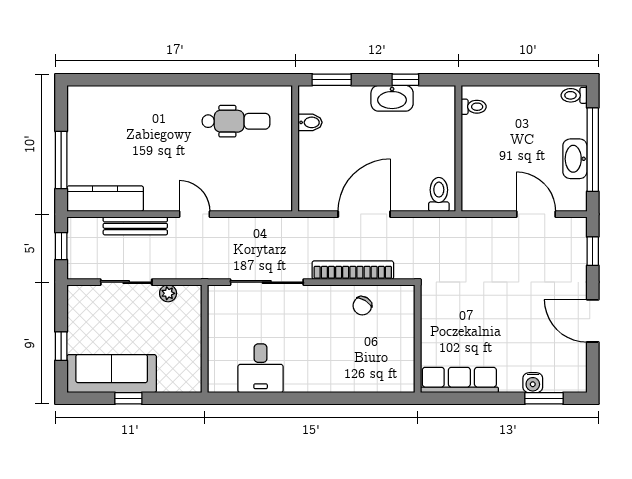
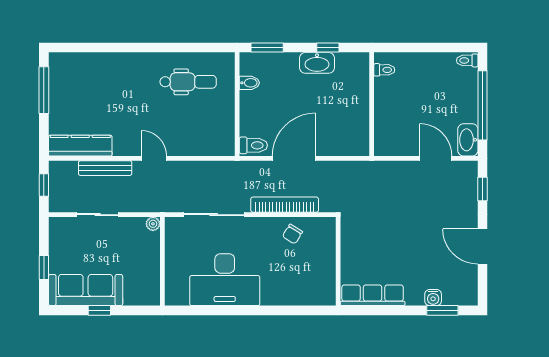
washbasin: (575, 159) -> (468, 140), moved
window: (61, 160) -> (44, 90), moved
toilet: (439, 194) -> (253, 145), moved, turned 90
plant: (168, 293) -> (153, 224), moved
desk: (261, 368) -> (225, 280), width x1.87, depth x1.30

